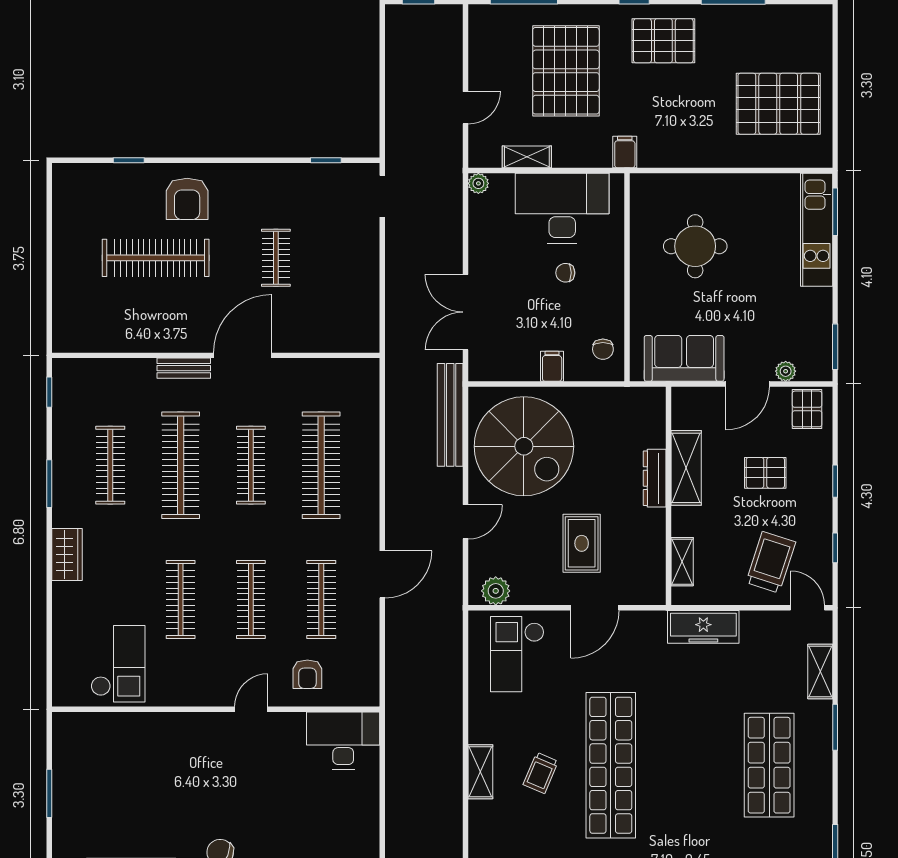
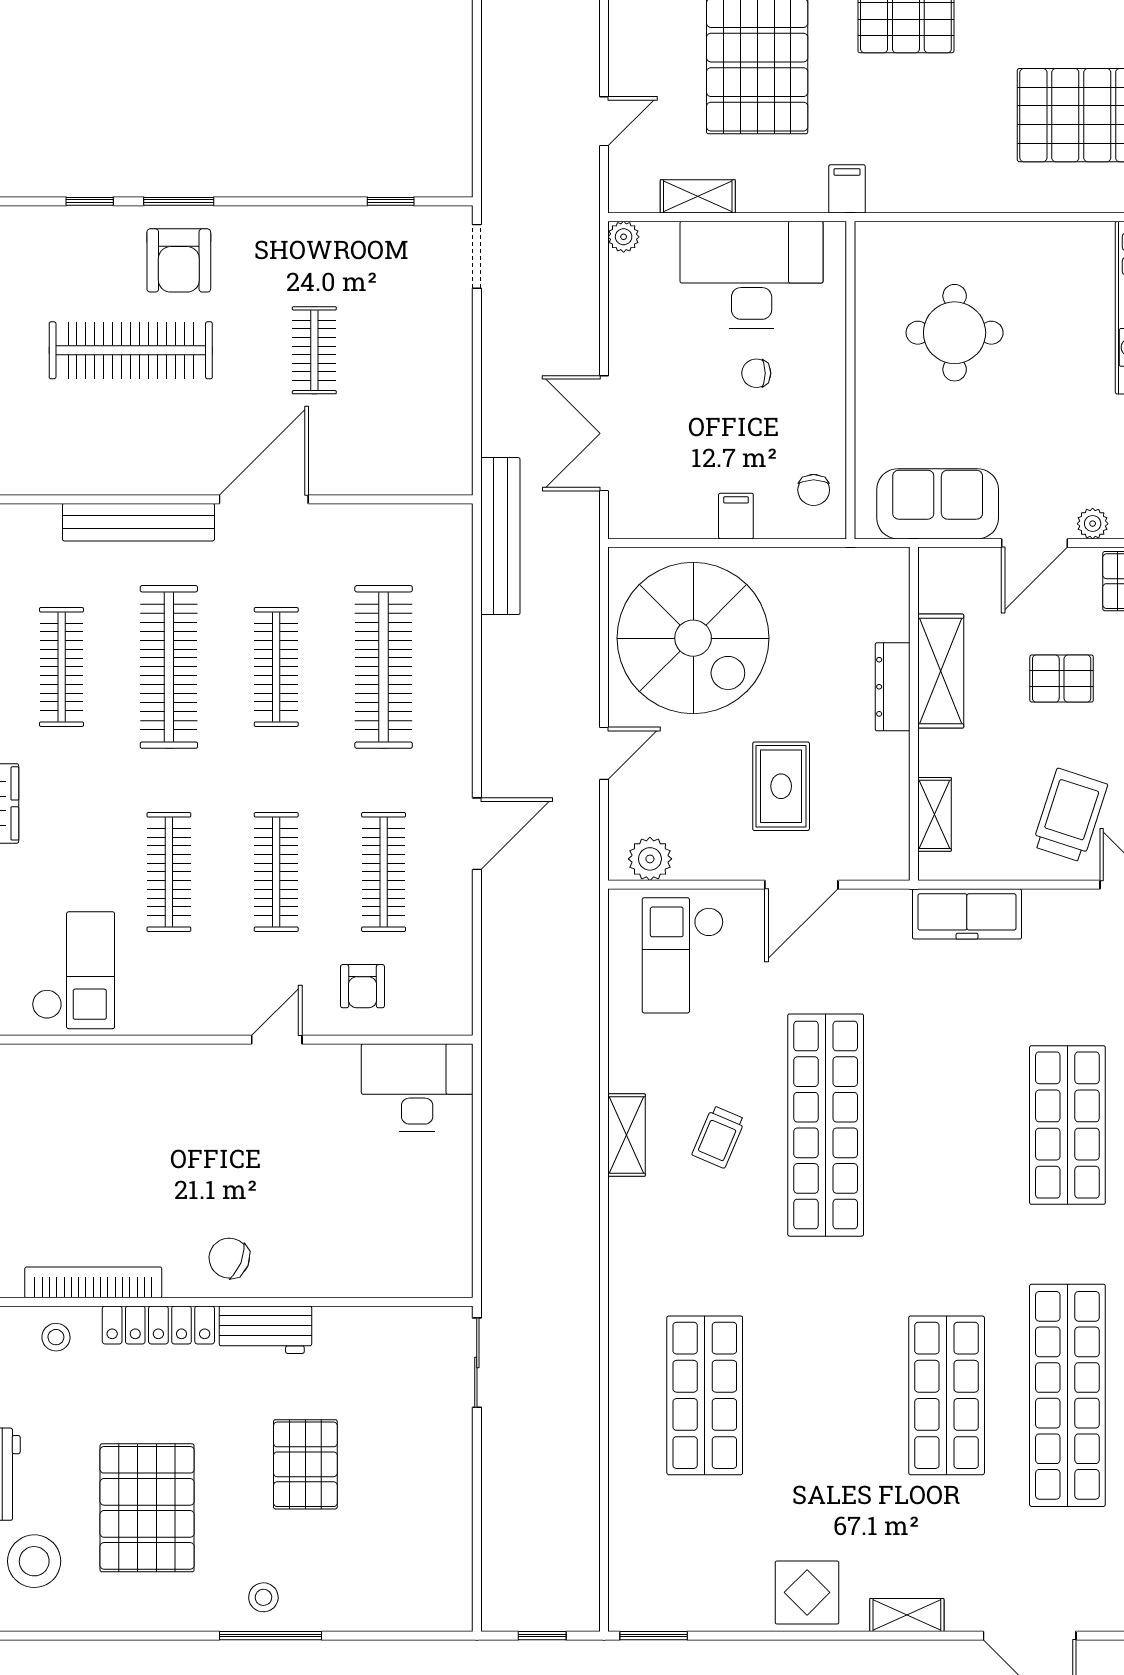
window: (187, 160) -> (179, 201), added
bench: (184, 368) -> (138, 522), width x1.86, depth x1.21
bench: (450, 415) -> (500, 536), moved

